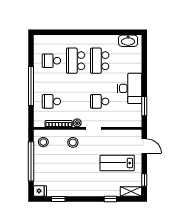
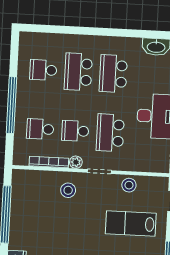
school desk: (76, 101) -> (75, 131), added
school desk: (100, 101) -> (110, 133), width x1.85
stool: (43, 142) -> (129, 185), moved

